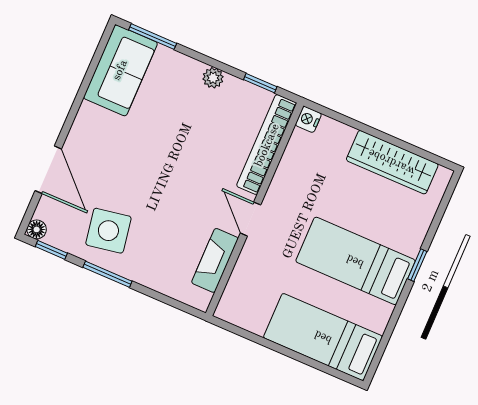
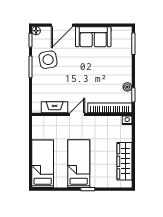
sofa: (120, 70) -> (93, 37), moved
plant: (213, 78) -> (127, 87), moved

